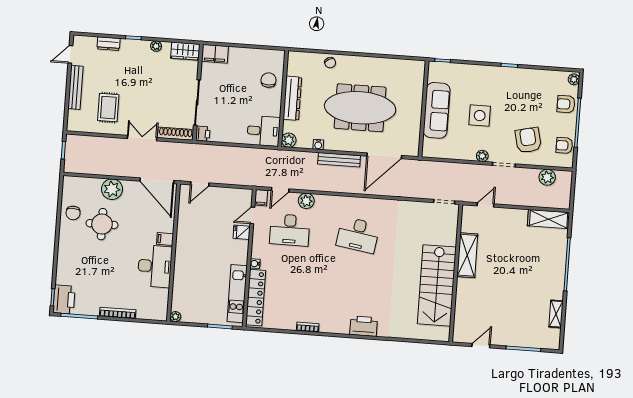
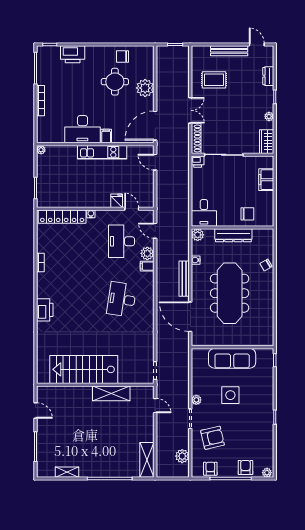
filing cabinet: (215, 54) -> (266, 180), moved
filing cabinet: (261, 198) -> (147, 266), moved
kitchen unit: (237, 294) -> (102, 152), moved, turned 180
printer: (64, 299) -> (73, 54), moved

